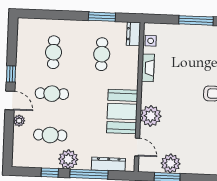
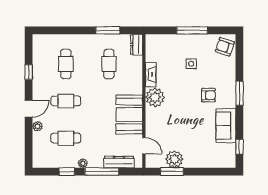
side table: (151, 41) -> (191, 64), moved
window: (11, 74) -> (29, 72), moved
door: (10, 100) -> (29, 109), hinge flipped
plant: (151, 116) -> (155, 97), moved
plant: (68, 159) -> (83, 163), width x0.53, depth x0.53

